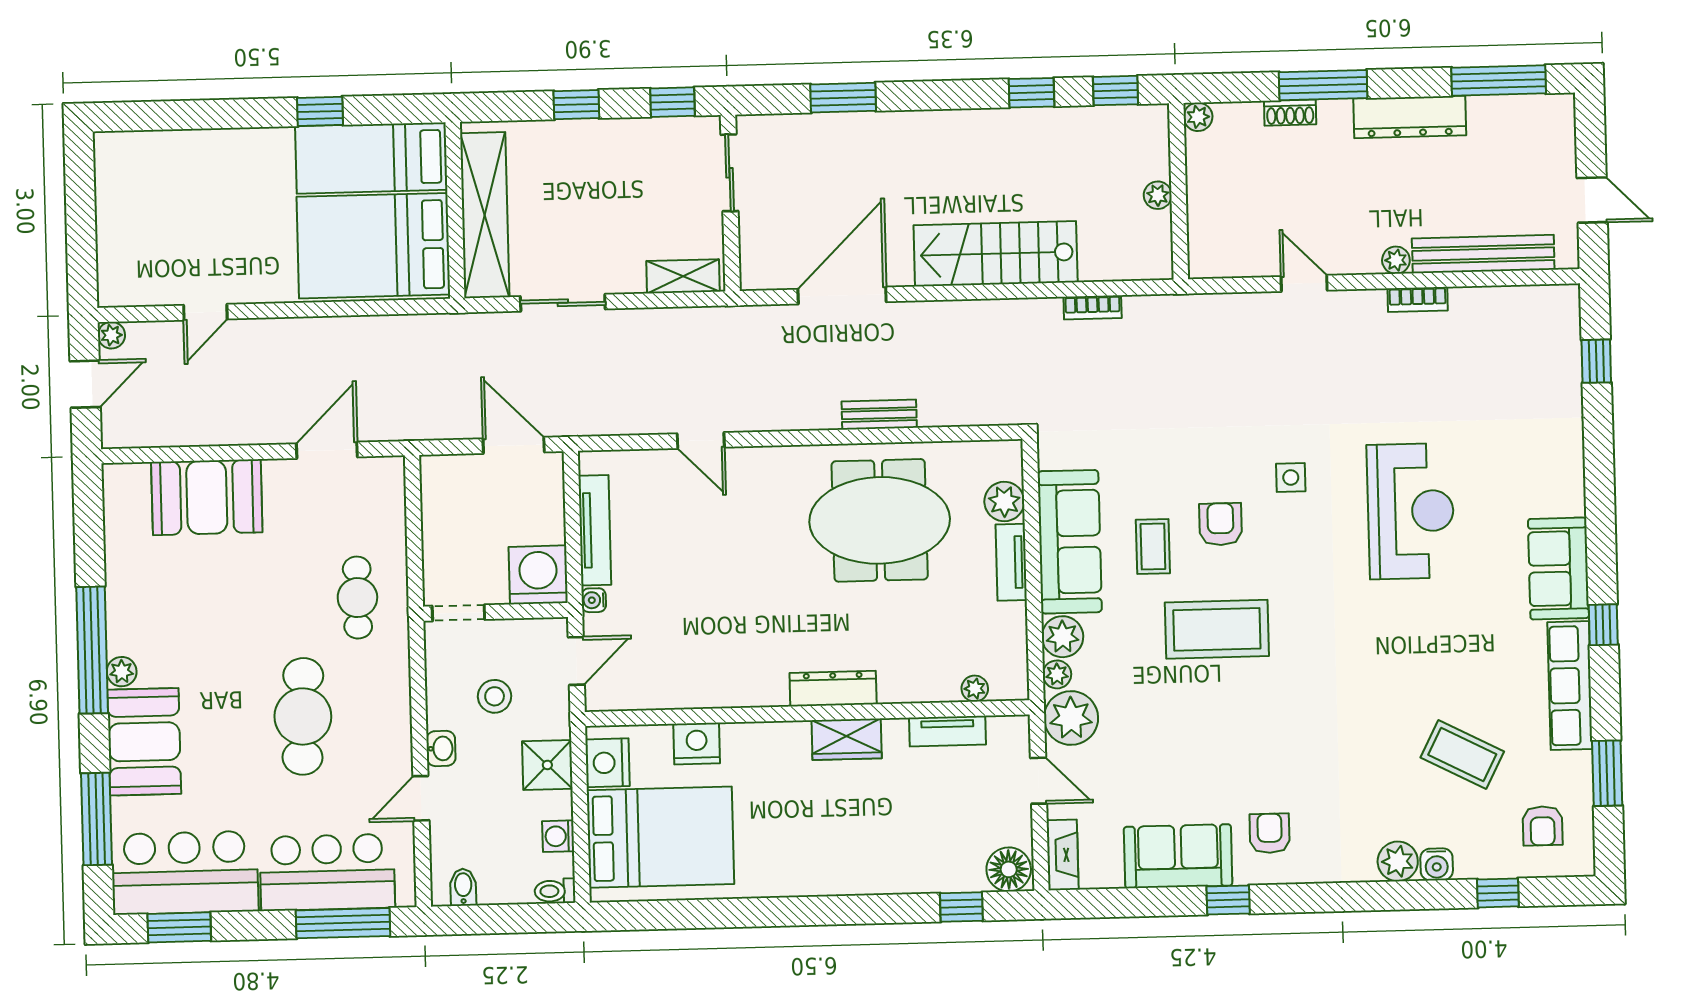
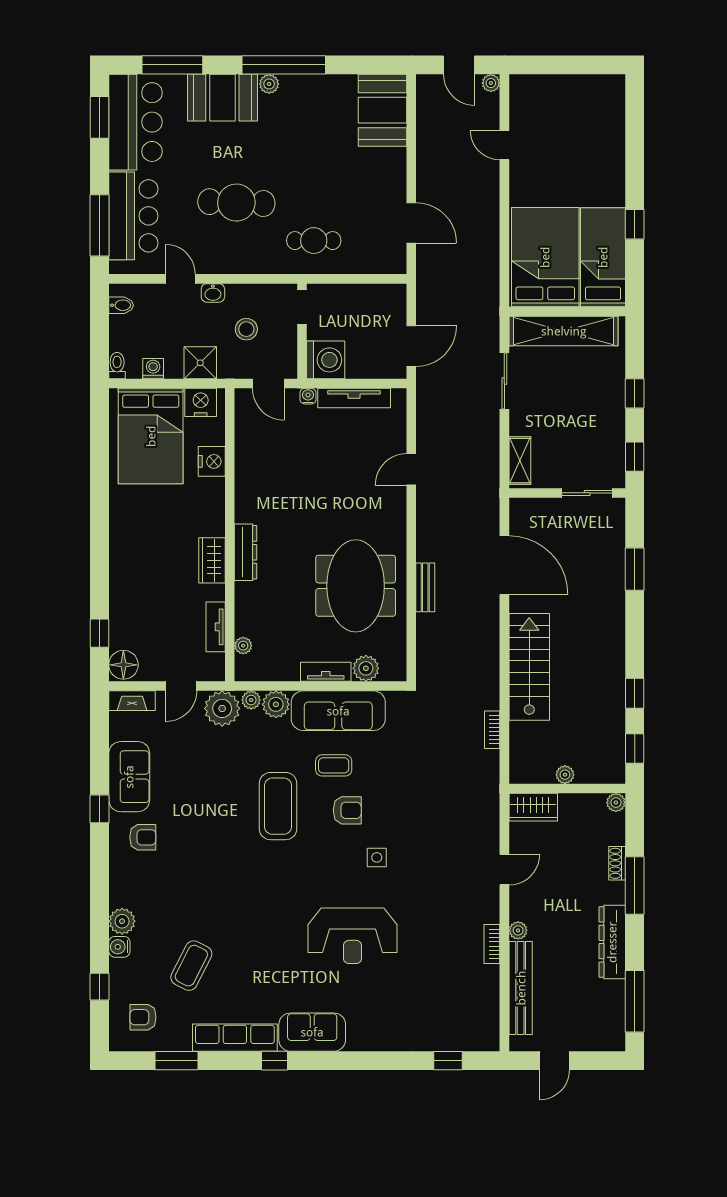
wardrobe: (1208, 242) -> (533, 807), added
booth: (207, 497) -> (382, 110), moved

